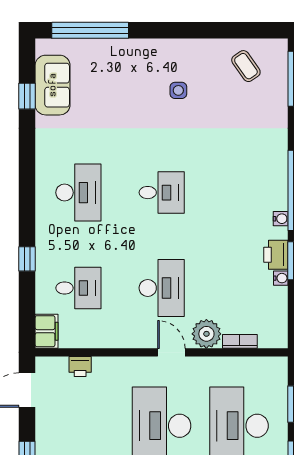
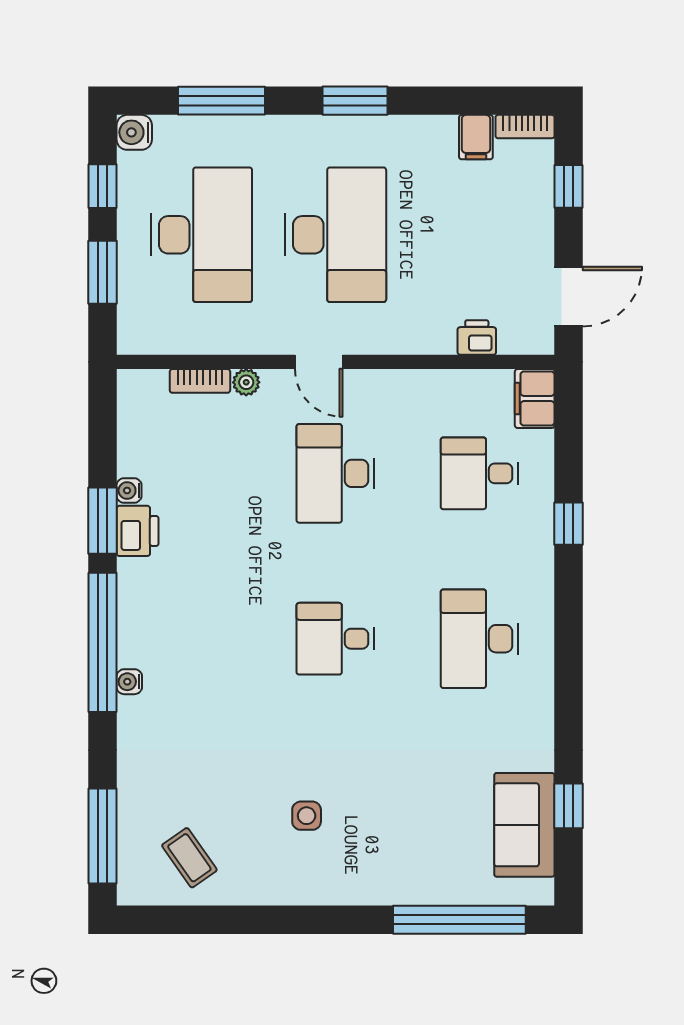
water cooler: (281, 219) -> (129, 682), moved
plant: (206, 334) -> (246, 382), width x0.53, depth x0.53

